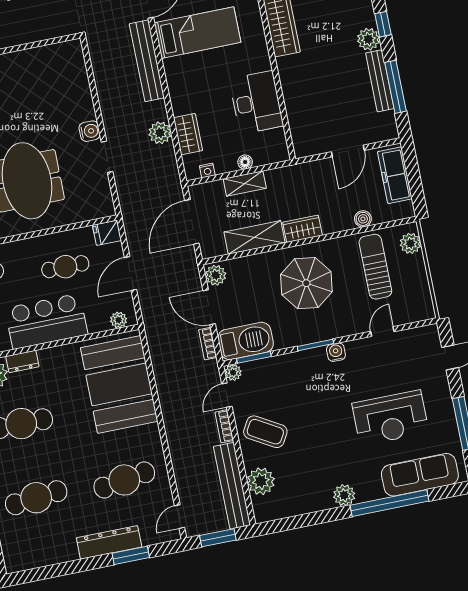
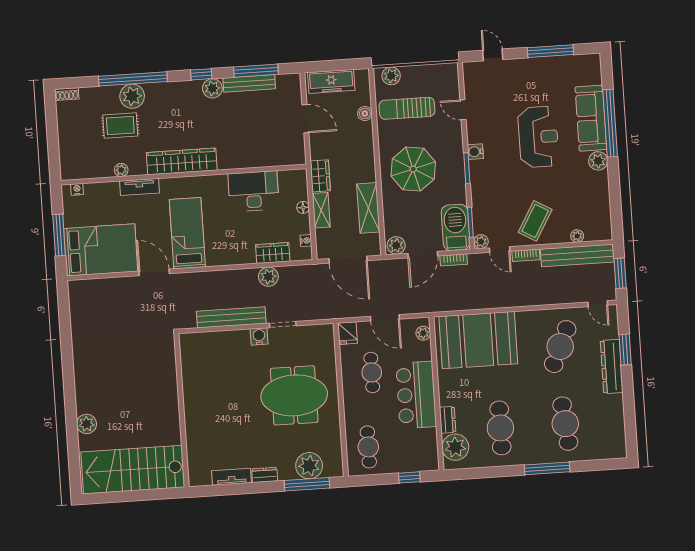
bench: (147, 61) -> (231, 317), moved
wardrobe: (302, 229) -> (320, 176), moved, turned 180
reception desk: (390, 418) -> (538, 137), moved
sofa: (420, 475) -> (591, 118), moved
cafe table: (124, 480) -> (560, 347), turned 33
plant: (261, 481) -> (577, 236), width x0.53, depth x0.53

